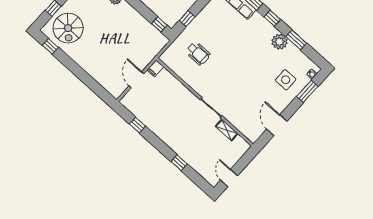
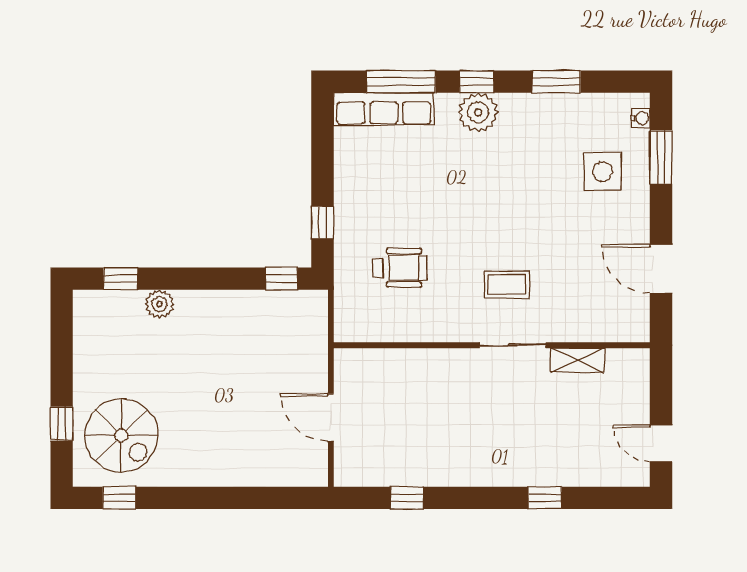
plant: (280, 42) -> (478, 112), moved
filing cabinet: (155, 68) -> (346, 365), removed
coffee table: (226, 88) -> (507, 285), added

